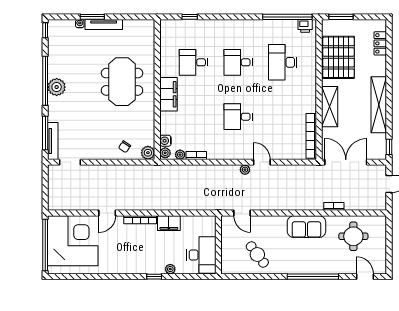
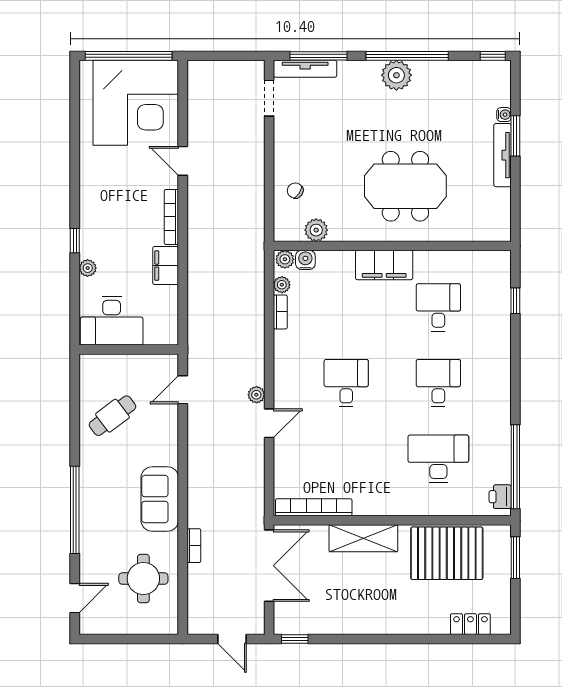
shelving: (379, 105) -> (366, 622), removed
plant: (148, 153) -> (316, 230), moved

